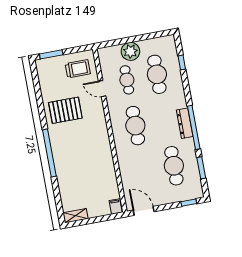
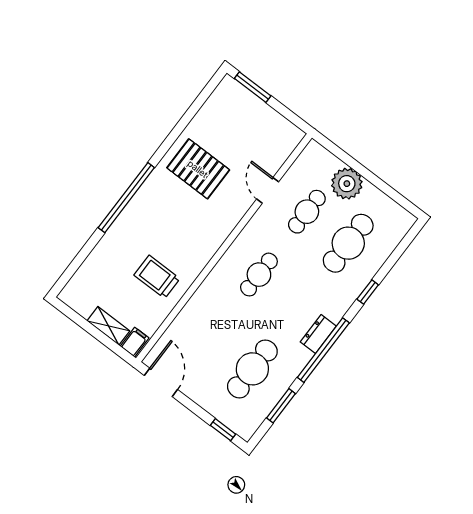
window: (182, 62) -> (368, 292), moved
trolley: (78, 69) -> (157, 277), moved, turned 180
dresser: (185, 123) -> (318, 334), width x0.70
cafe table: (135, 126) -> (259, 275), width x0.73, depth x0.74
shelving: (76, 216) -> (108, 326), moved

